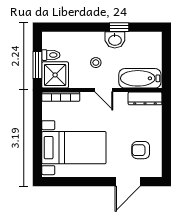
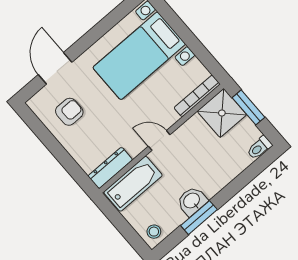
window: (119, 27) -> (199, 218), width x1.50
toilet: (51, 55) -> (259, 148), moved
stool: (96, 63) -> (154, 232), moved

